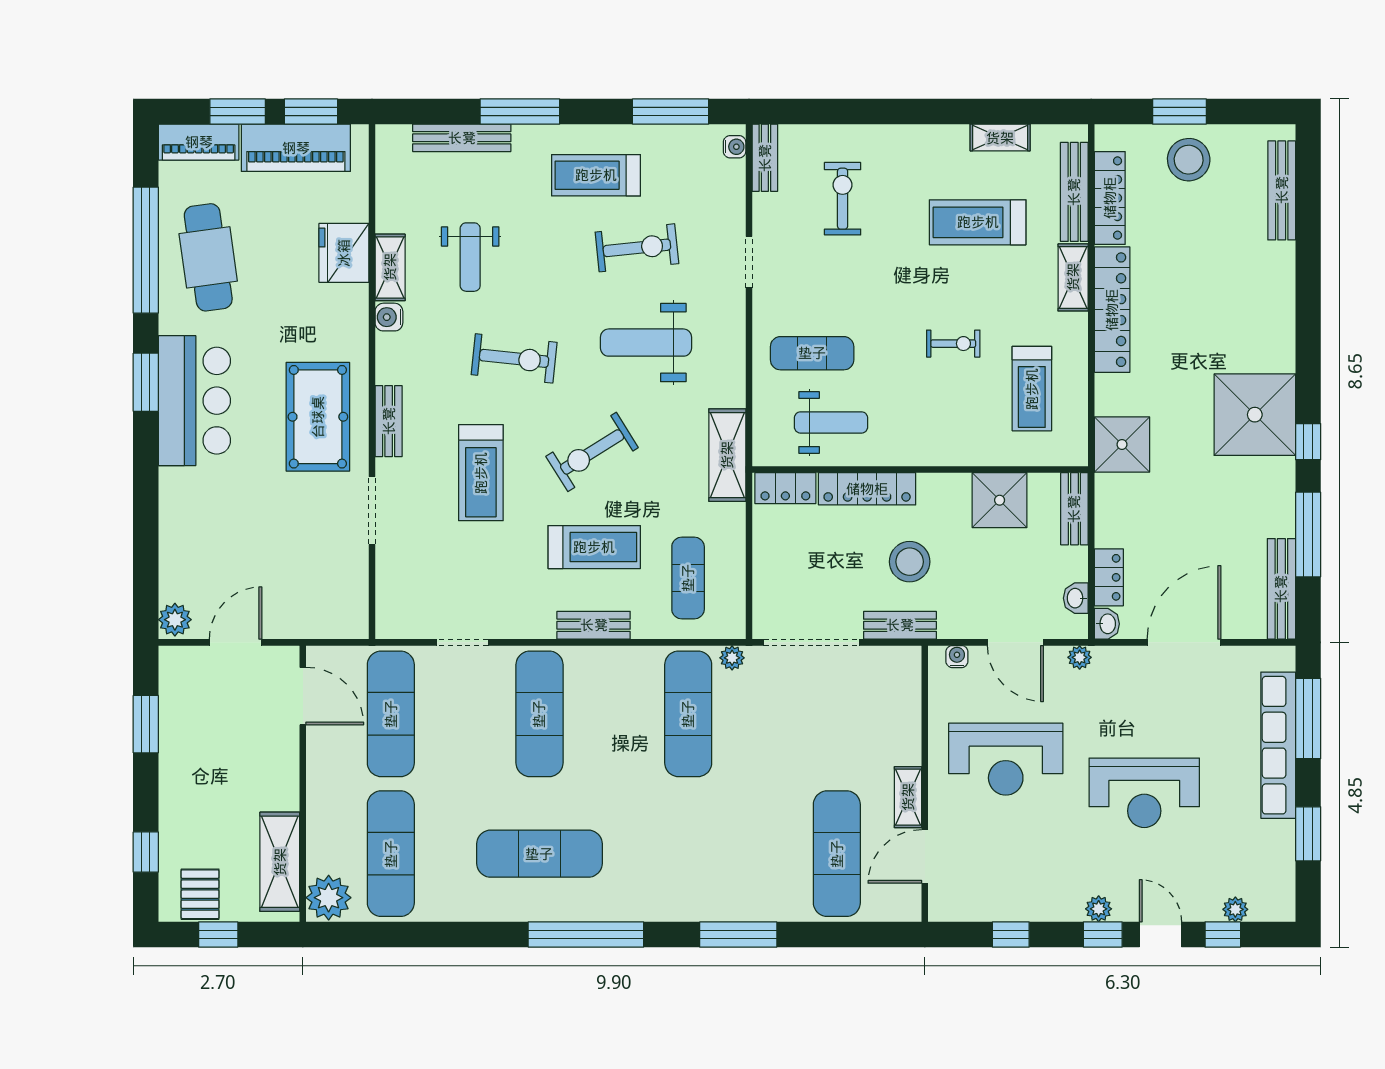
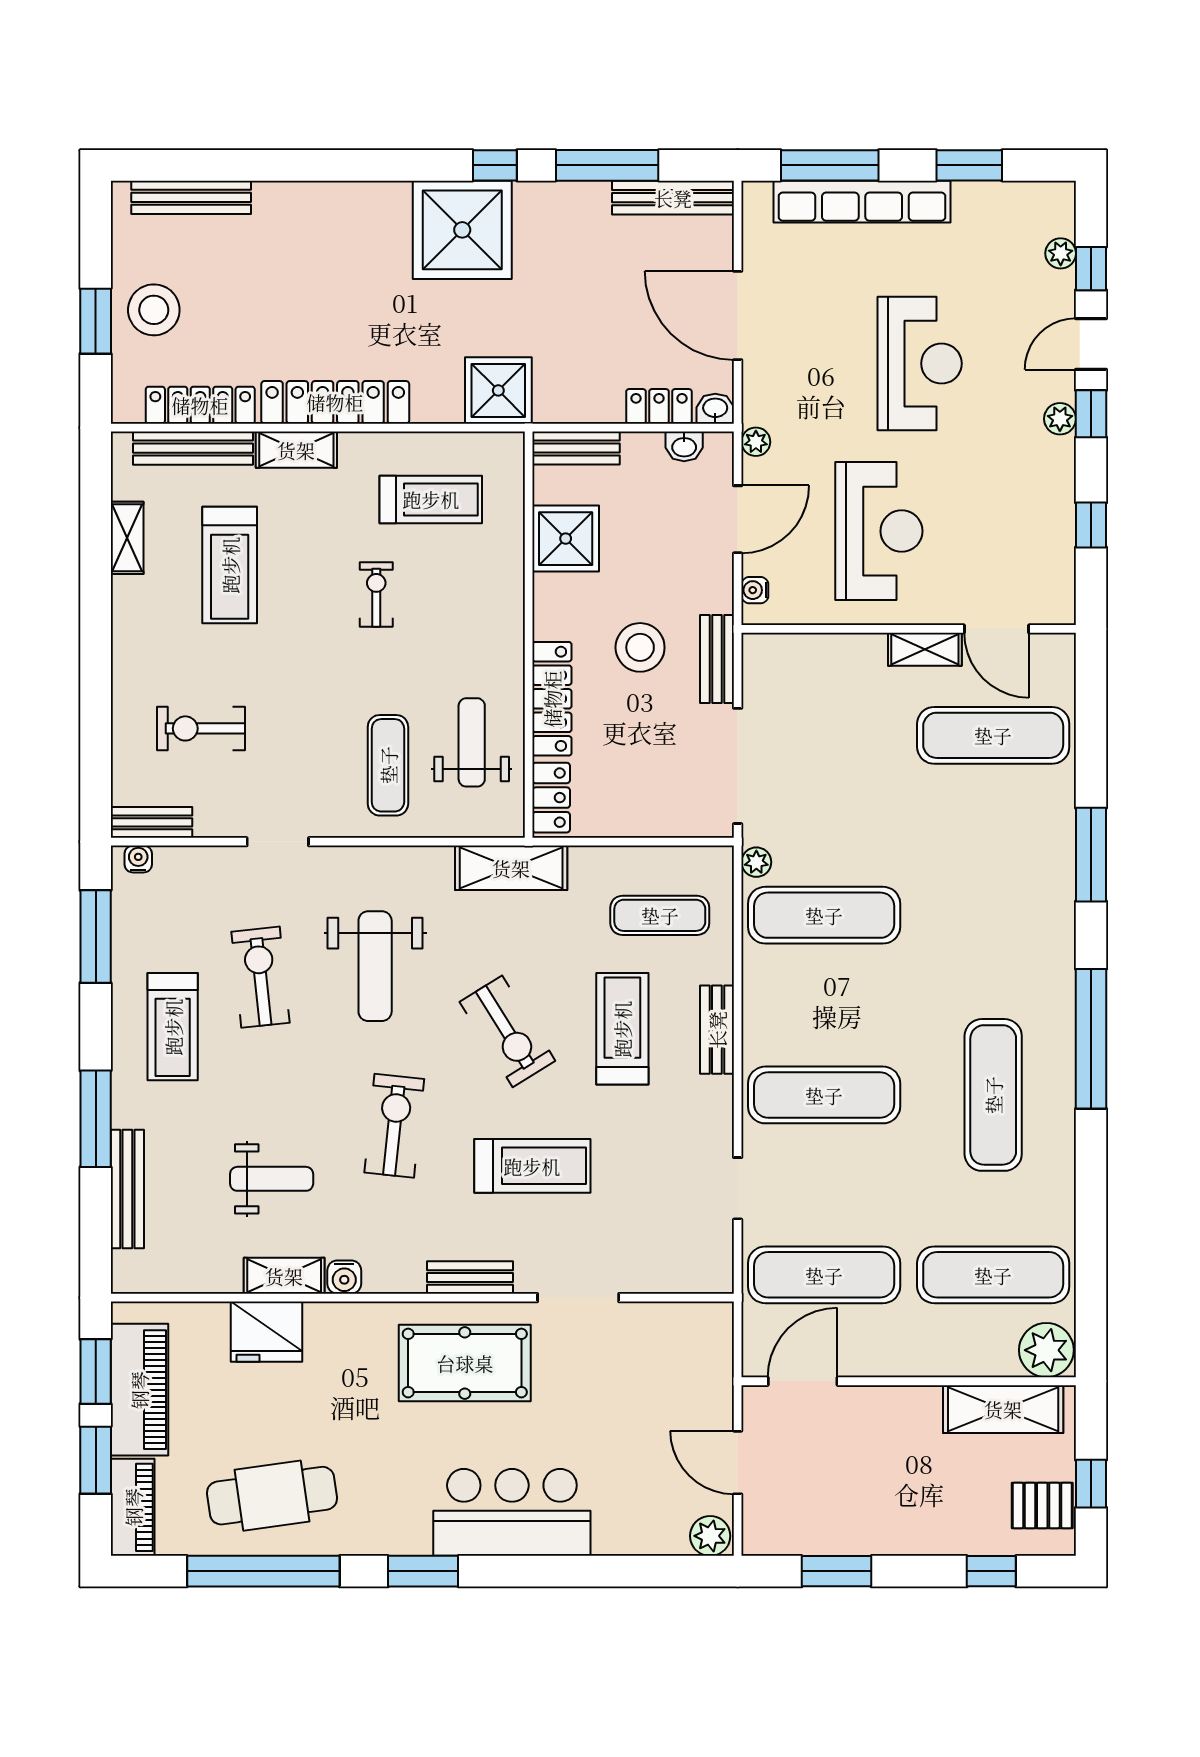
bar counter: (194, 401) -> (512, 1512), moved

